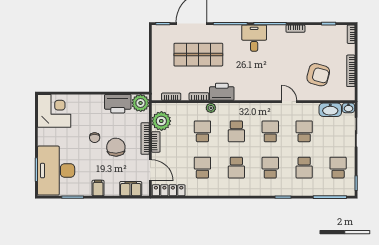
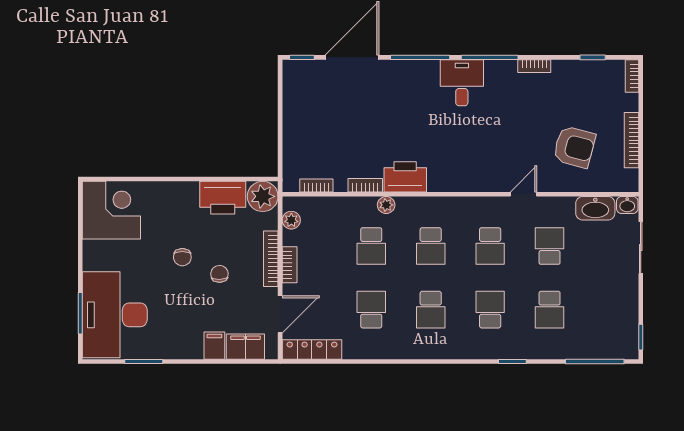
shop shelf: (198, 55) -> (364, 112), removed
door: (289, 102) -> (524, 194), hinge flipped
plant: (161, 121) -> (291, 220), width x0.53, depth x0.53
school desk: (202, 131) -> (371, 246), turned 180
school desk: (270, 131) -> (490, 246), turned 180
chair: (116, 147) -> (219, 274), width x0.54, depth x0.54
school desk: (338, 168) -> (609, 310), removed
door: (150, 170) -> (280, 314), hinge flipped
filing cabinet: (98, 188) -> (214, 346), moved

